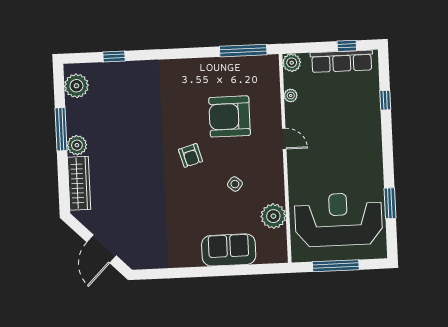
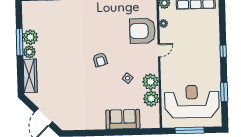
plant: (76, 86) -> (30, 37), moved
window: (385, 100) -> (223, 51), moved
armchair: (230, 116) -> (142, 31), moved
door: (284, 139) -> (159, 50), hinge flipped
plant: (272, 189) -> (150, 82), added

